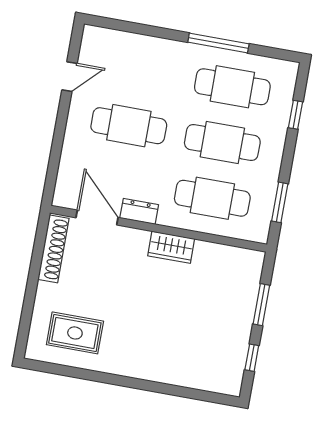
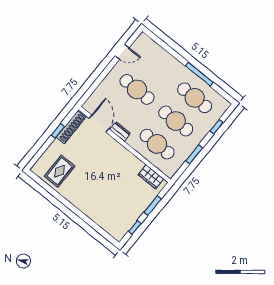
window: (280, 202) -> (194, 154), moved
wardrobe: (171, 247) -> (151, 177), moved
window: (35, 267) -> (58, 131), added
rug: (75, 333) -> (60, 171), turned 90

